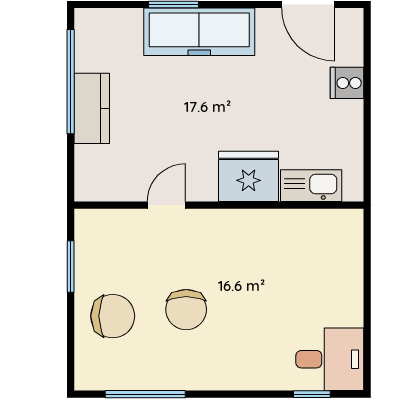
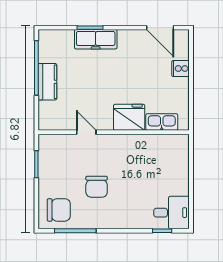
freezer: (199, 32) -> (96, 39), width x0.73, depth x0.79
door: (166, 205) -> (86, 132), hinge flipped
chair: (113, 316) -> (59, 210), moved

